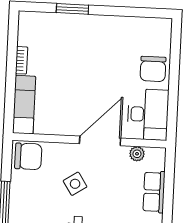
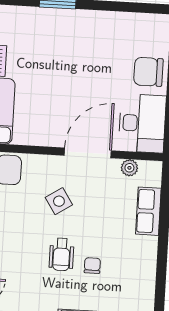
chair: (153, 69) -> (148, 72), turned 90

